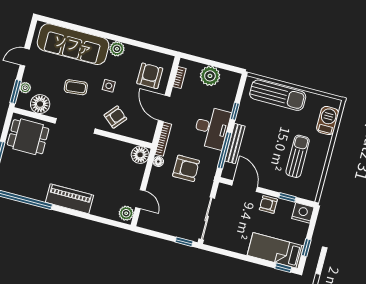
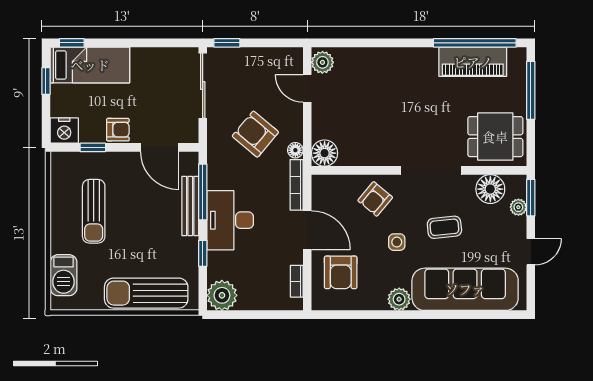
plant: (210, 76) -> (222, 295), moved
armchair: (186, 168) -> (255, 134), moved, turned 40
piano: (69, 199) -> (473, 62), moved

